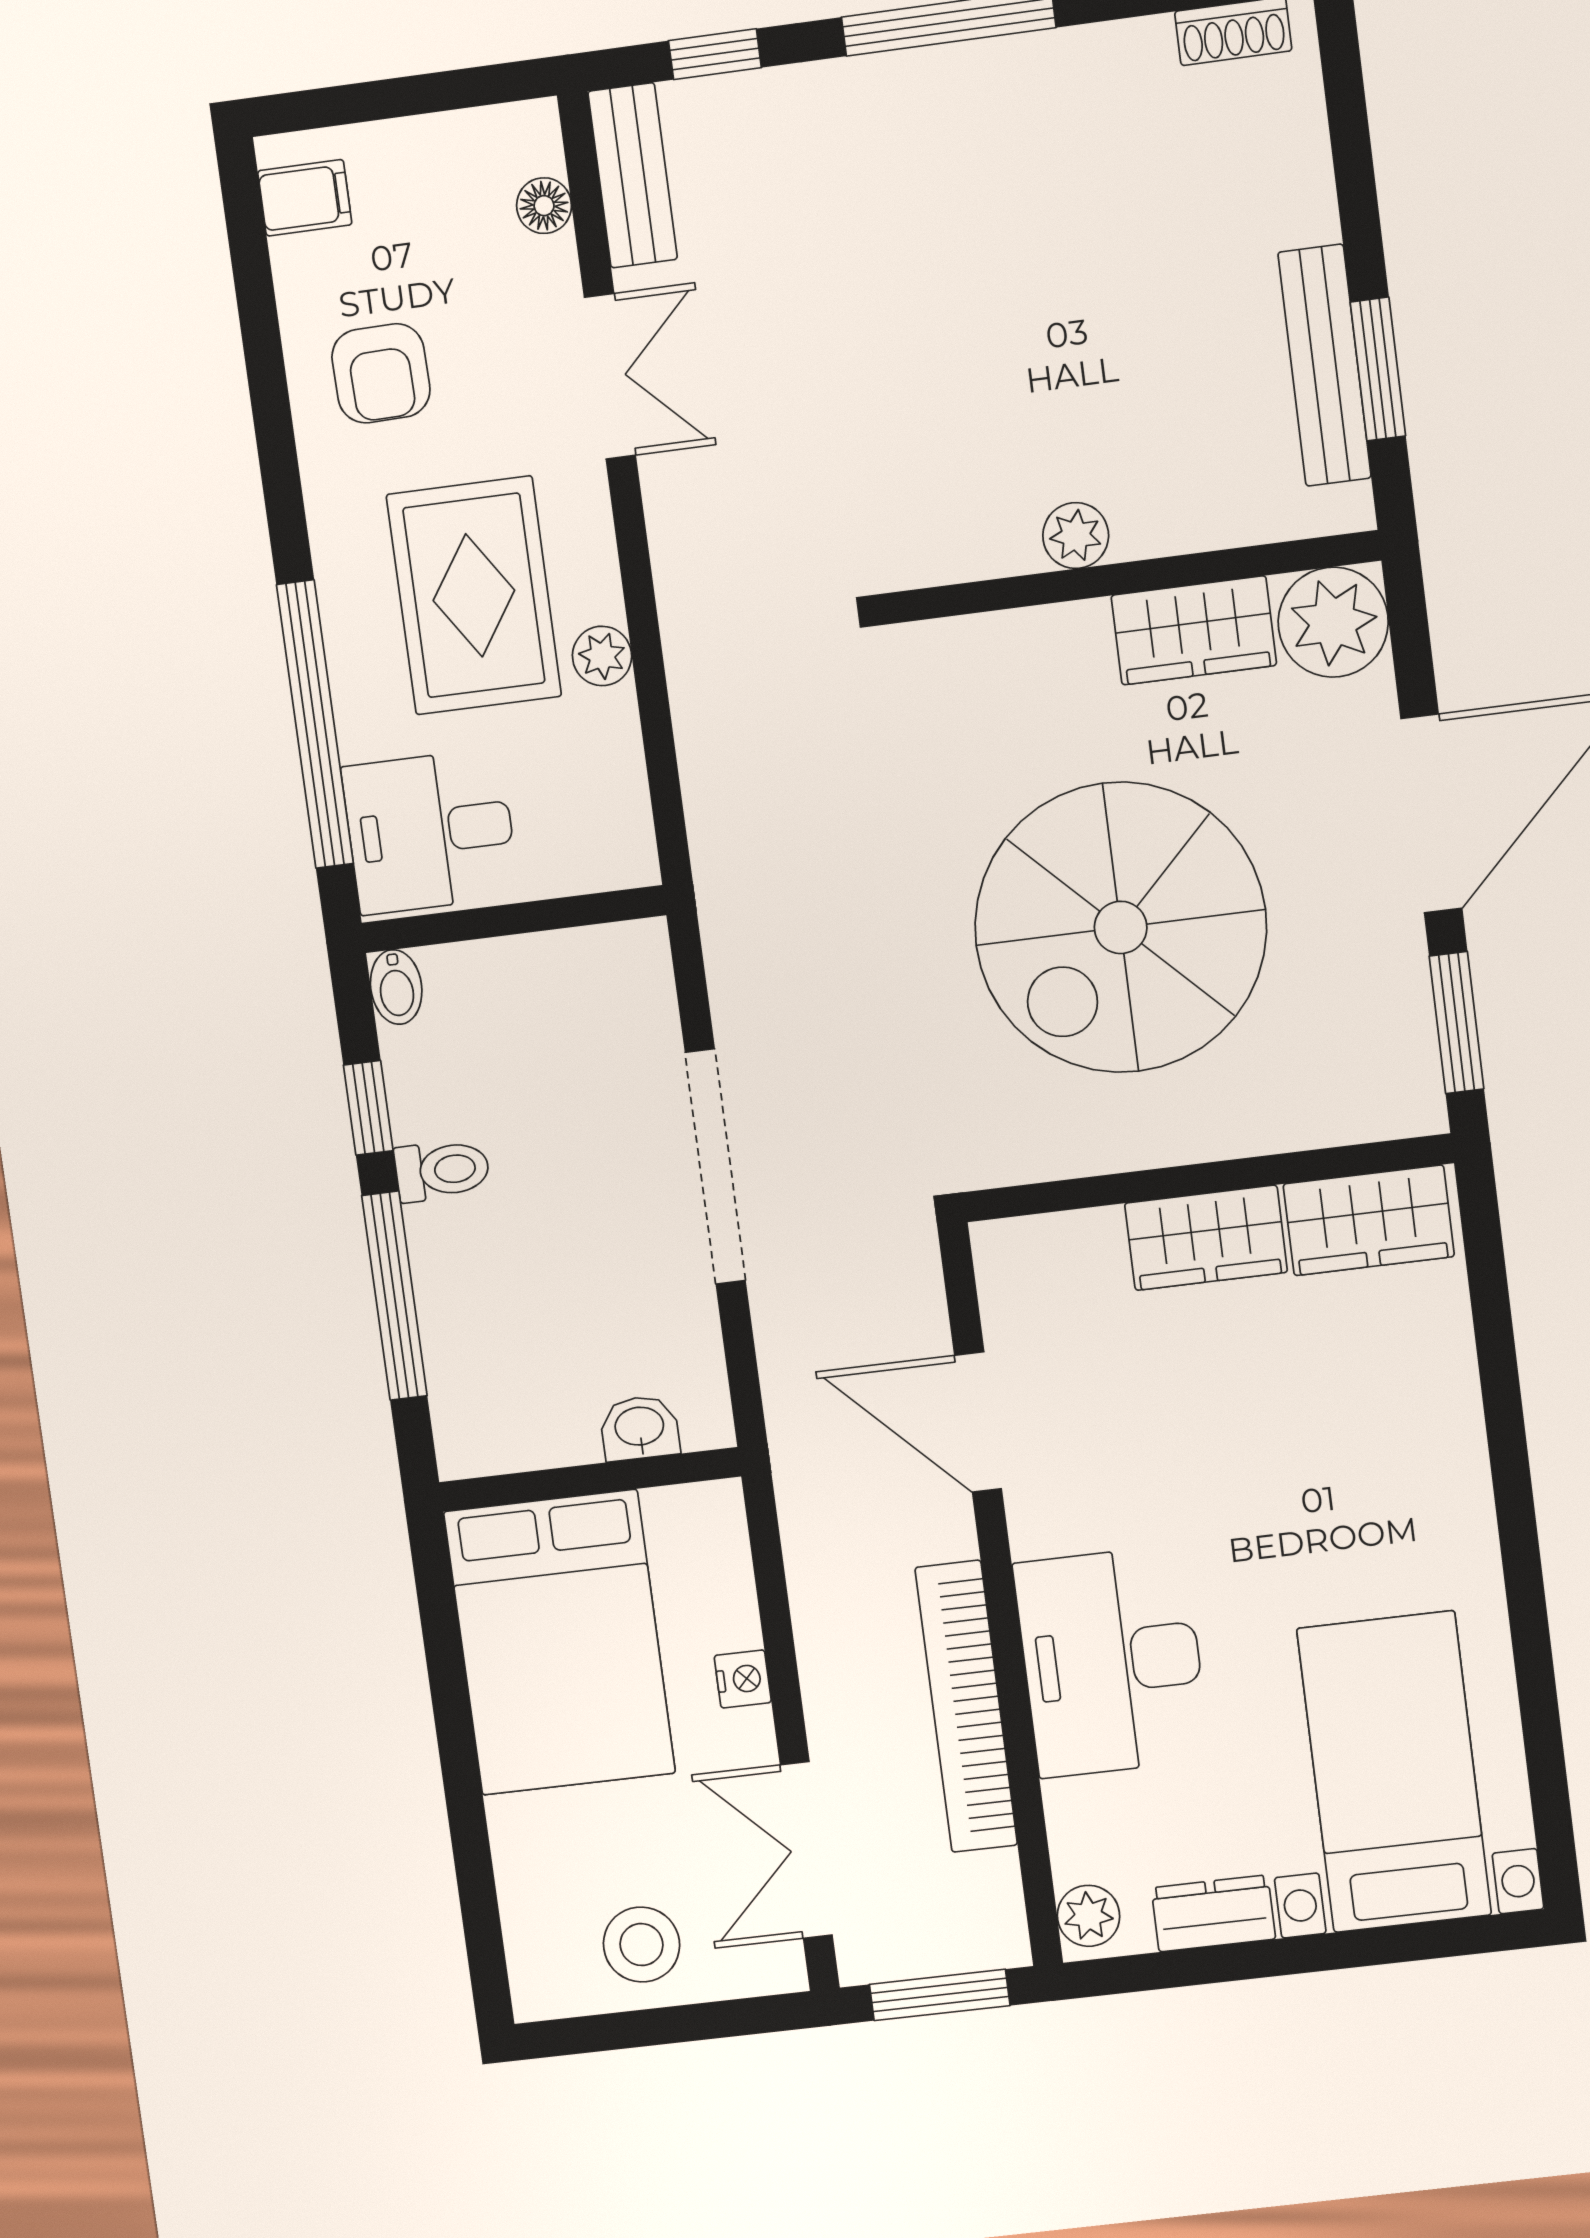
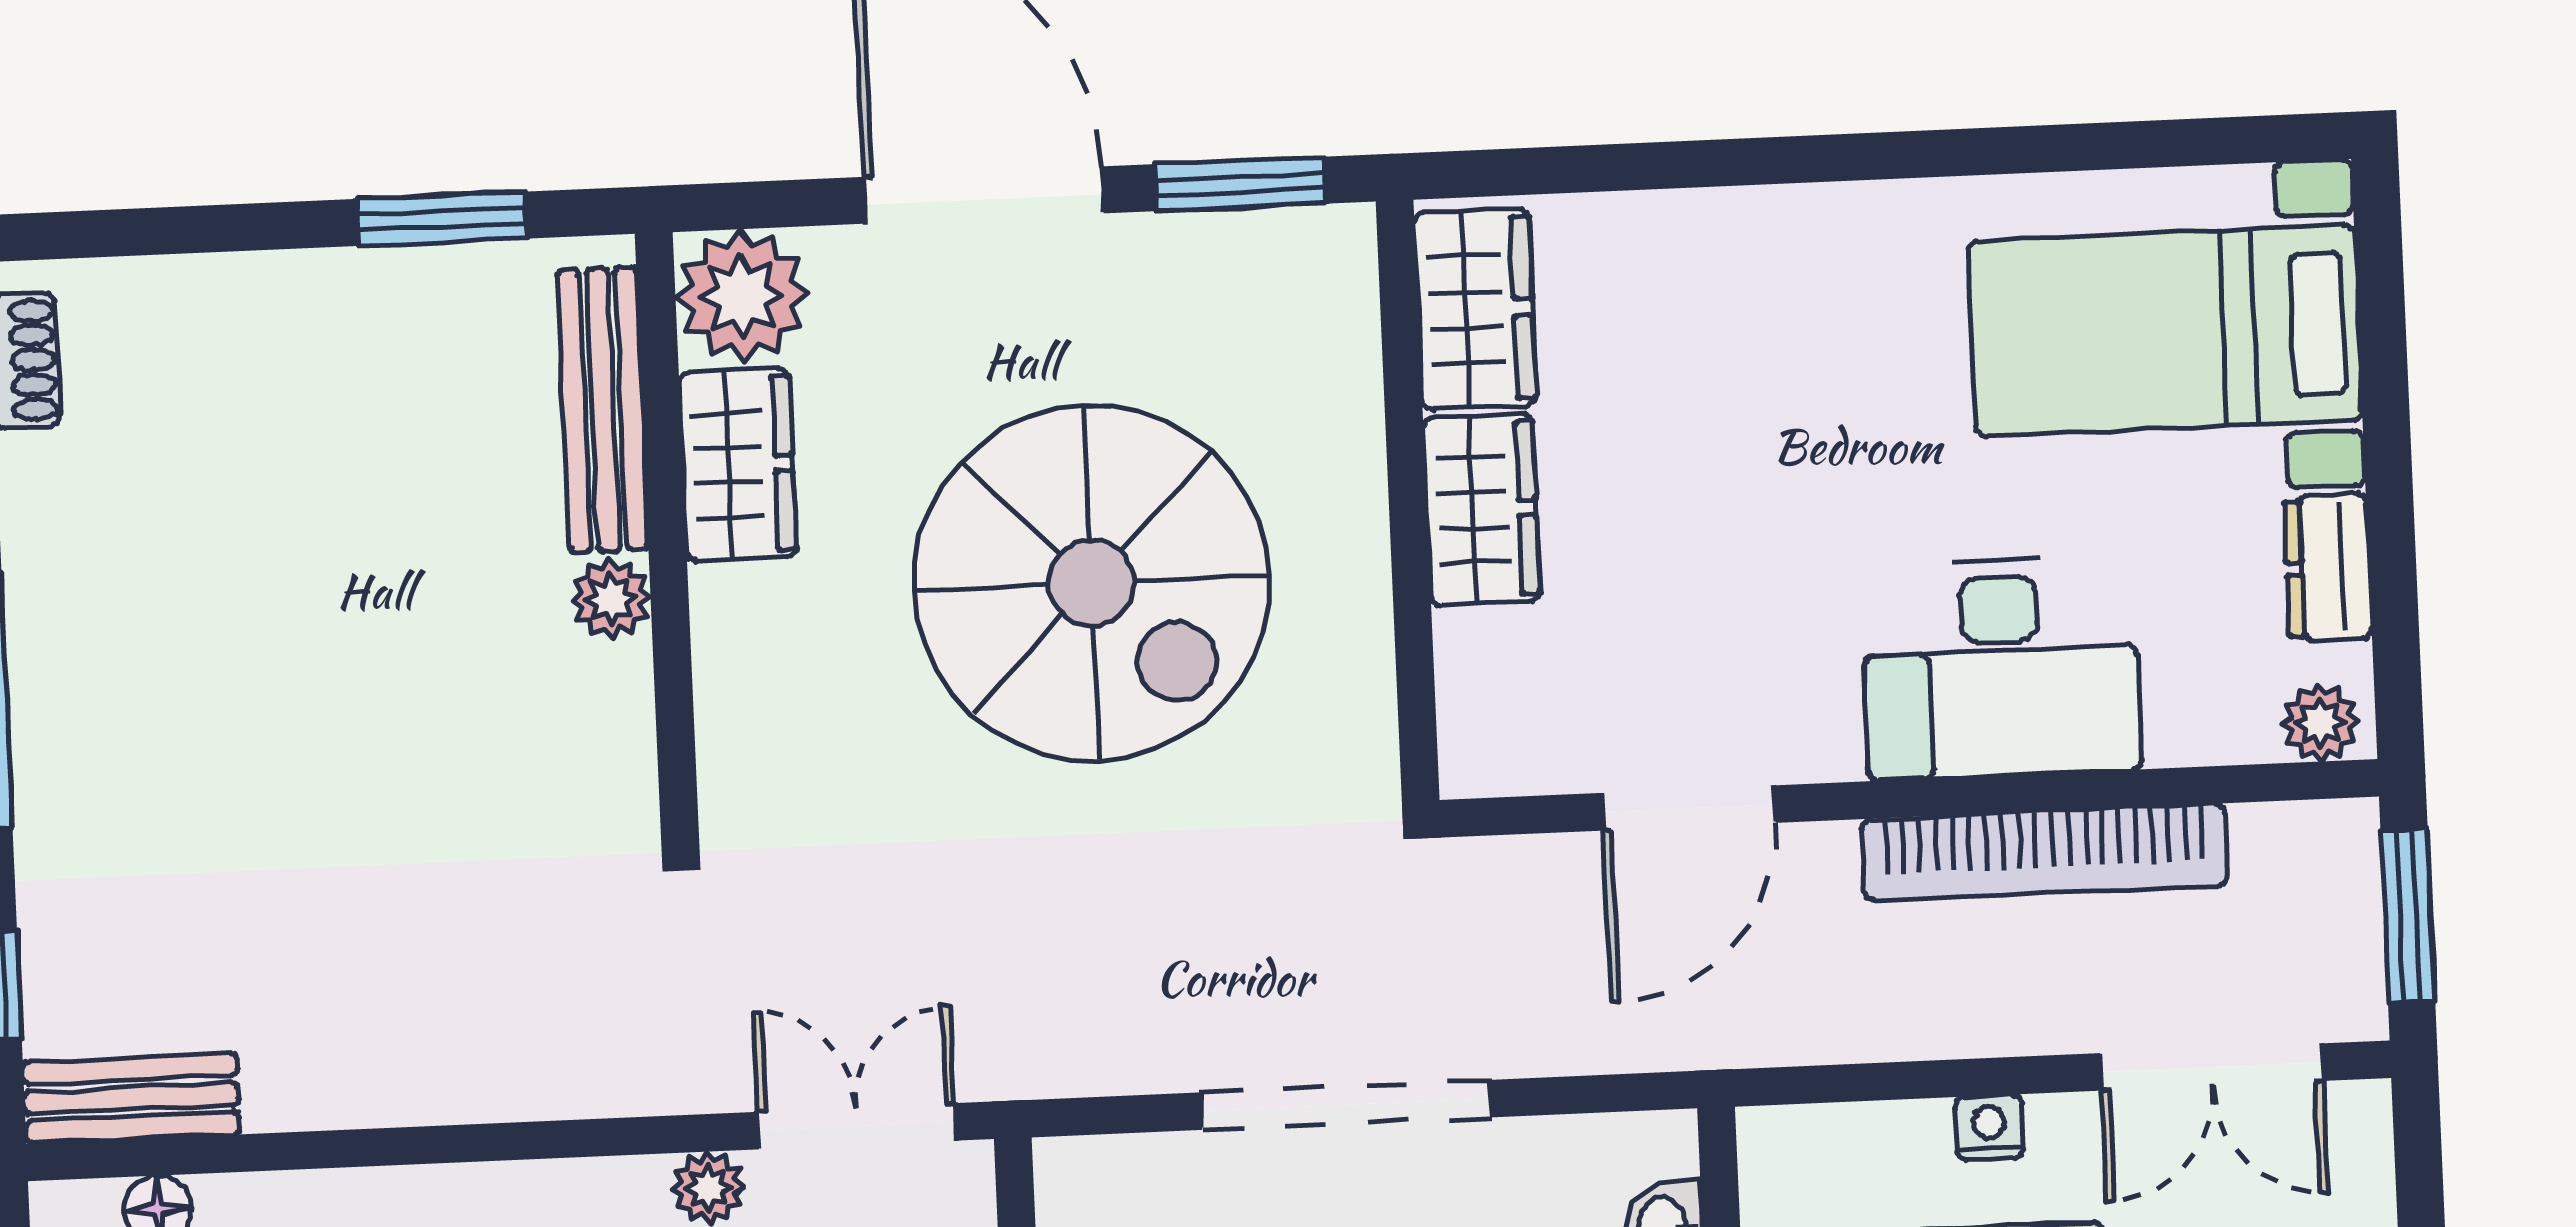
bench: (1325, 365) -> (603, 410), moved, turned 90
double door: (610, 376) -> (856, 1126), moved

